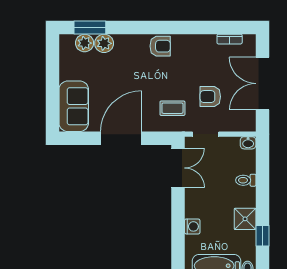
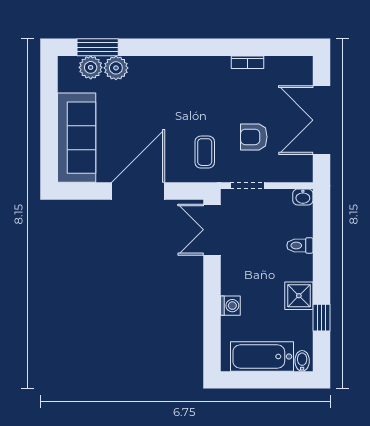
bookcase: (230, 39) -> (247, 62), moved
armchair: (160, 46) -> (189, 72), removed
sofa: (74, 106) -> (77, 138), width x1.36
coffee table: (172, 108) -> (205, 152), turned 90
double door: (178, 168) -> (212, 230), swing flipped

